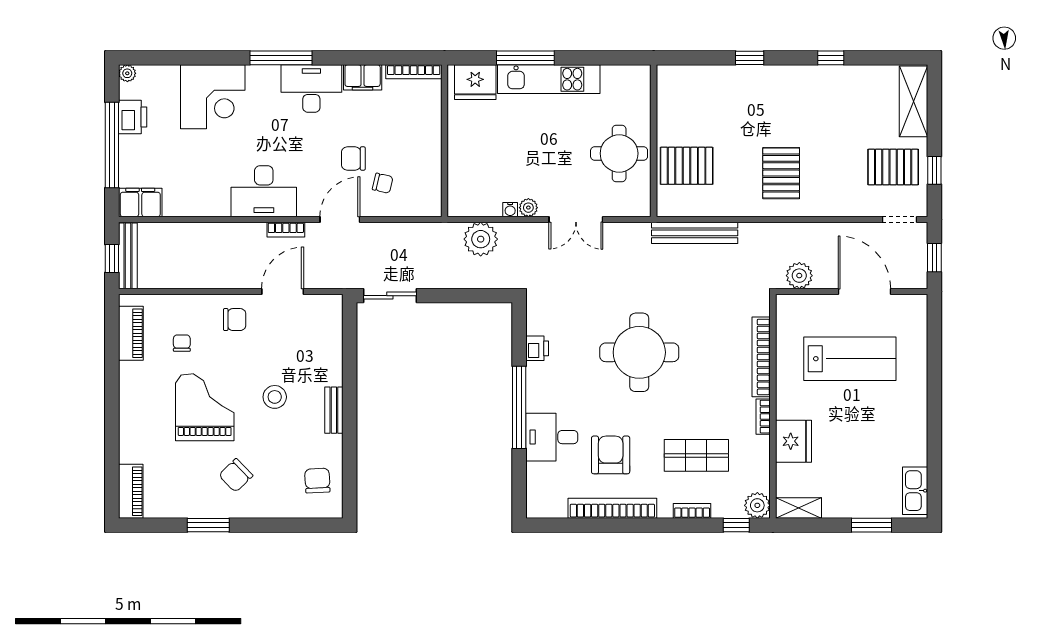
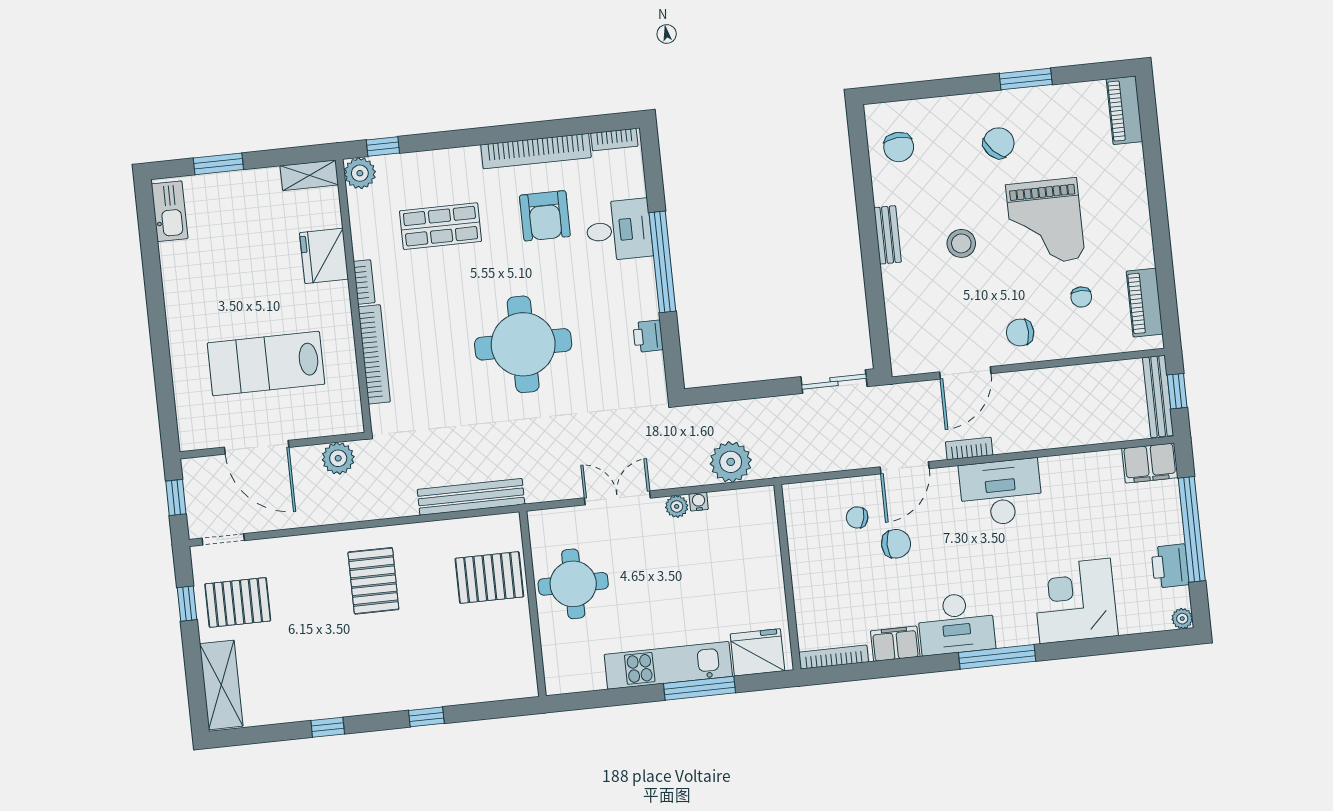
bookcase: (692, 511) -> (614, 140), moved

